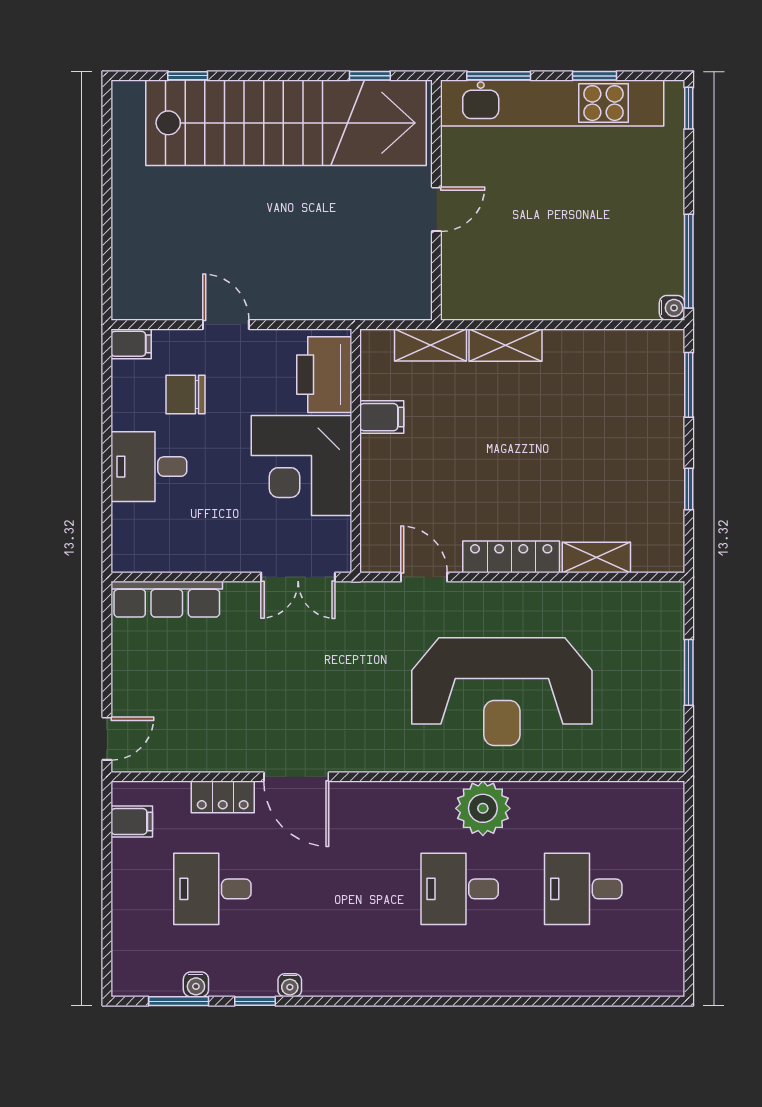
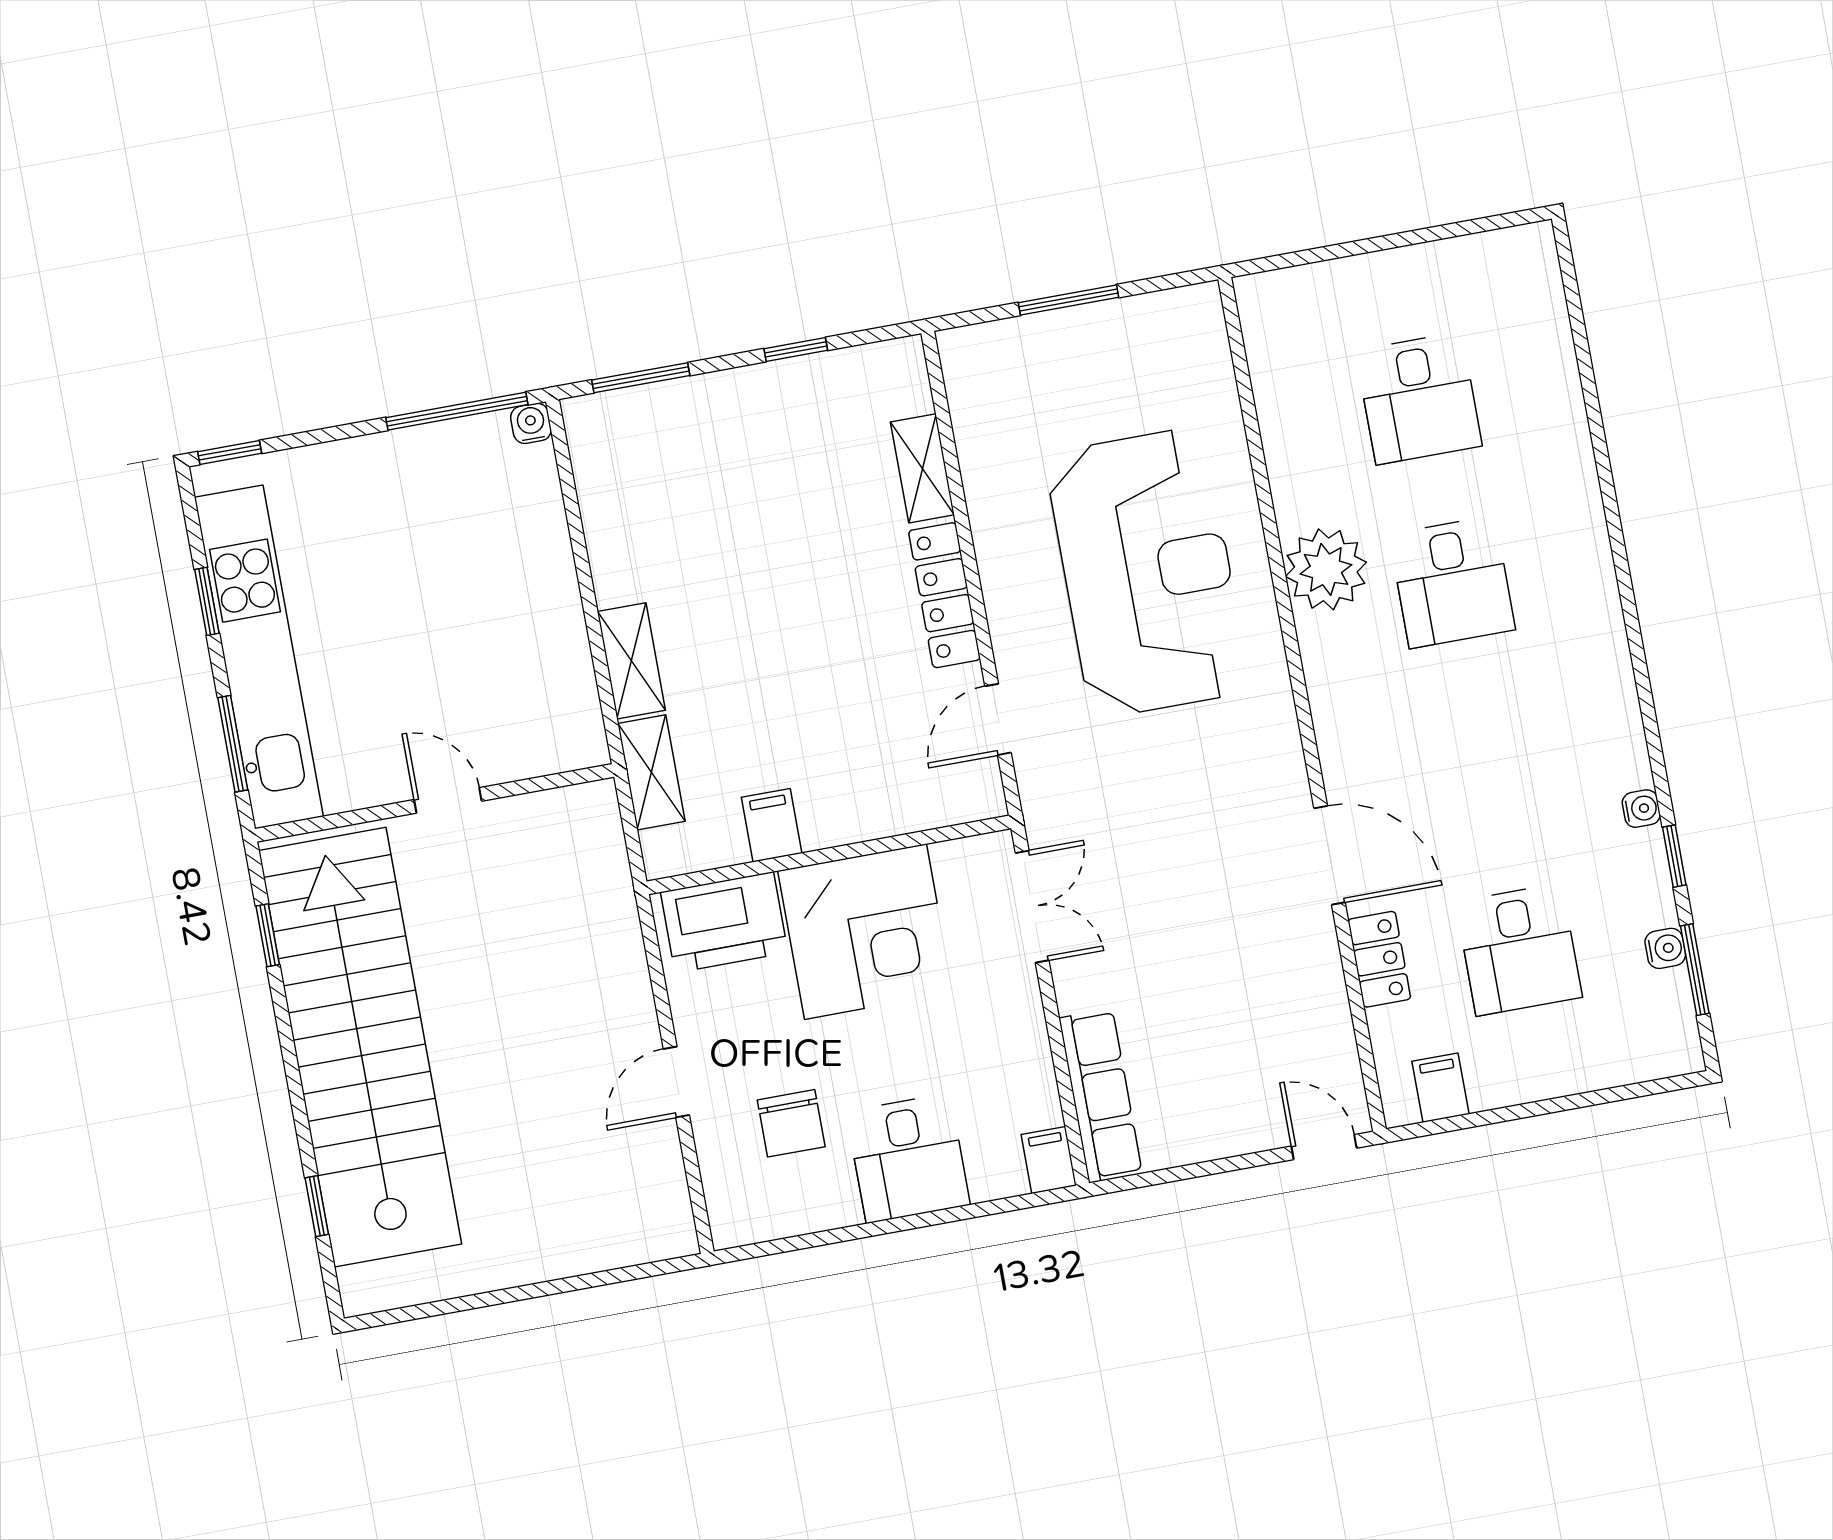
filing cabinet: (131, 344) -> (1049, 1160), moved
door: (296, 777) -> (1330, 855), hinge flipped

